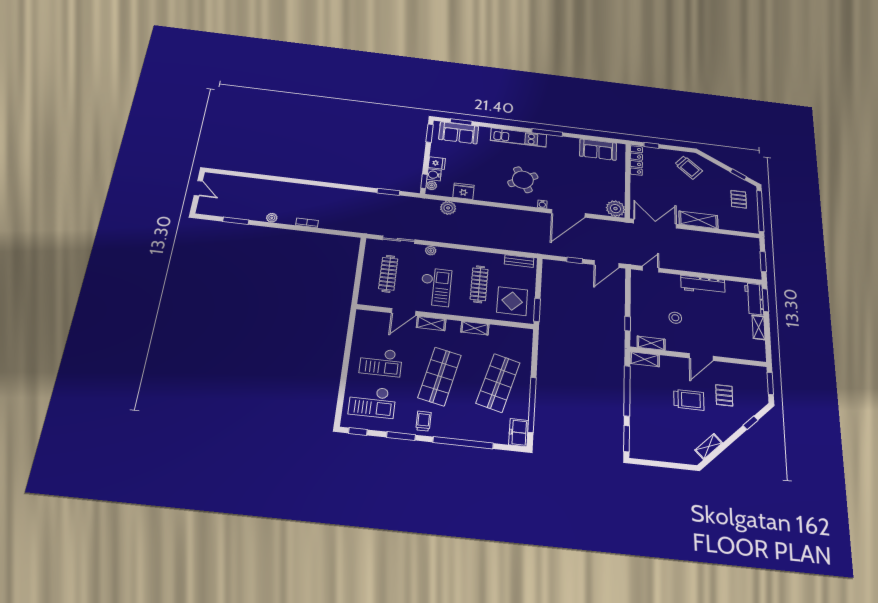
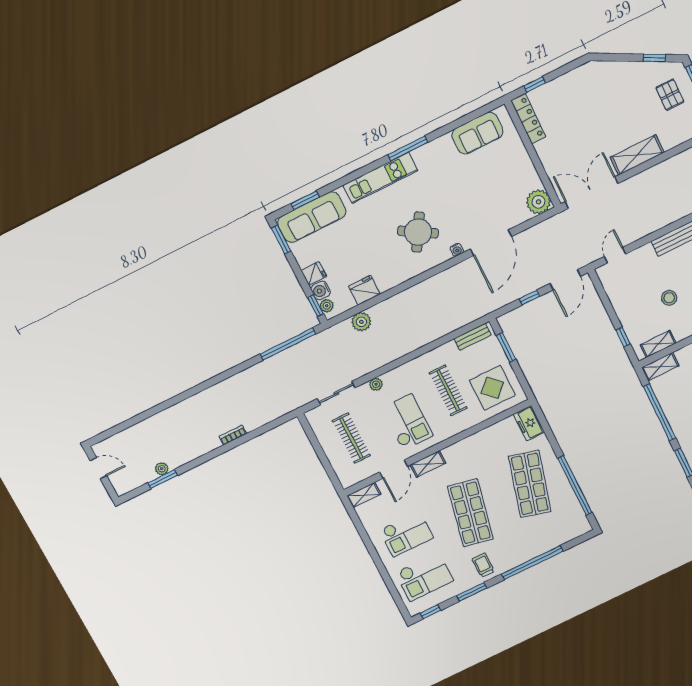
sofa: (459, 133) -> (312, 217), width x1.36
trolley: (689, 167) -> (592, 88), removed
round table: (523, 180) -> (418, 232), turned -31
window: (388, 192) -> (288, 344), width x2.11
plant: (272, 218) -> (162, 469), moved
window: (537, 310) -> (506, 347), moved
shelving: (475, 328) -> (364, 495), moved
freezer: (518, 433) -> (529, 423), moved

